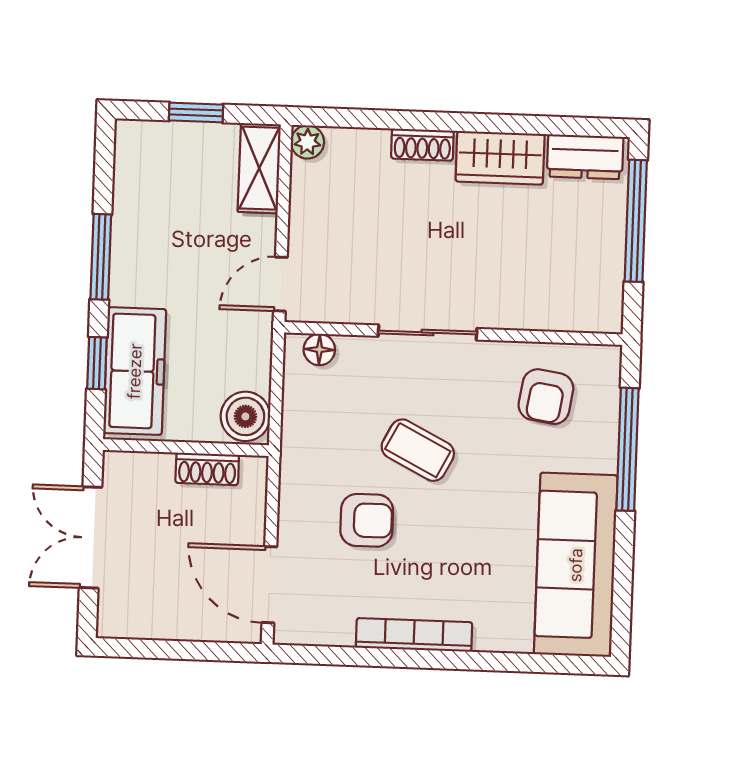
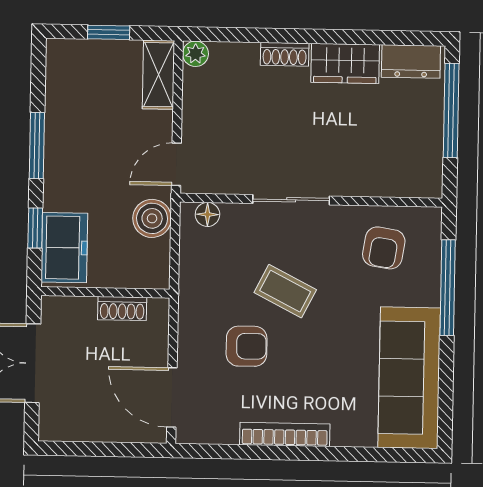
freezer: (135, 371) -> (64, 248), width x0.71
boiler: (245, 416) -> (152, 218), moved

